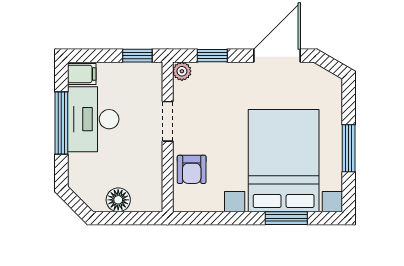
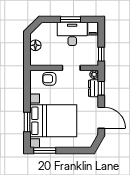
dresser: (212, 73) -> (93, 88), added
window: (61, 123) -> (70, 19), width x0.69
window: (349, 148) -> (45, 150), moved

